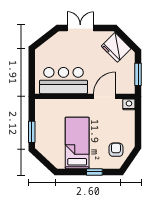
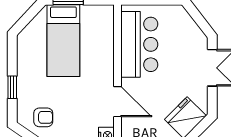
bed: (77, 143) -> (63, 41), moved, turned 90

